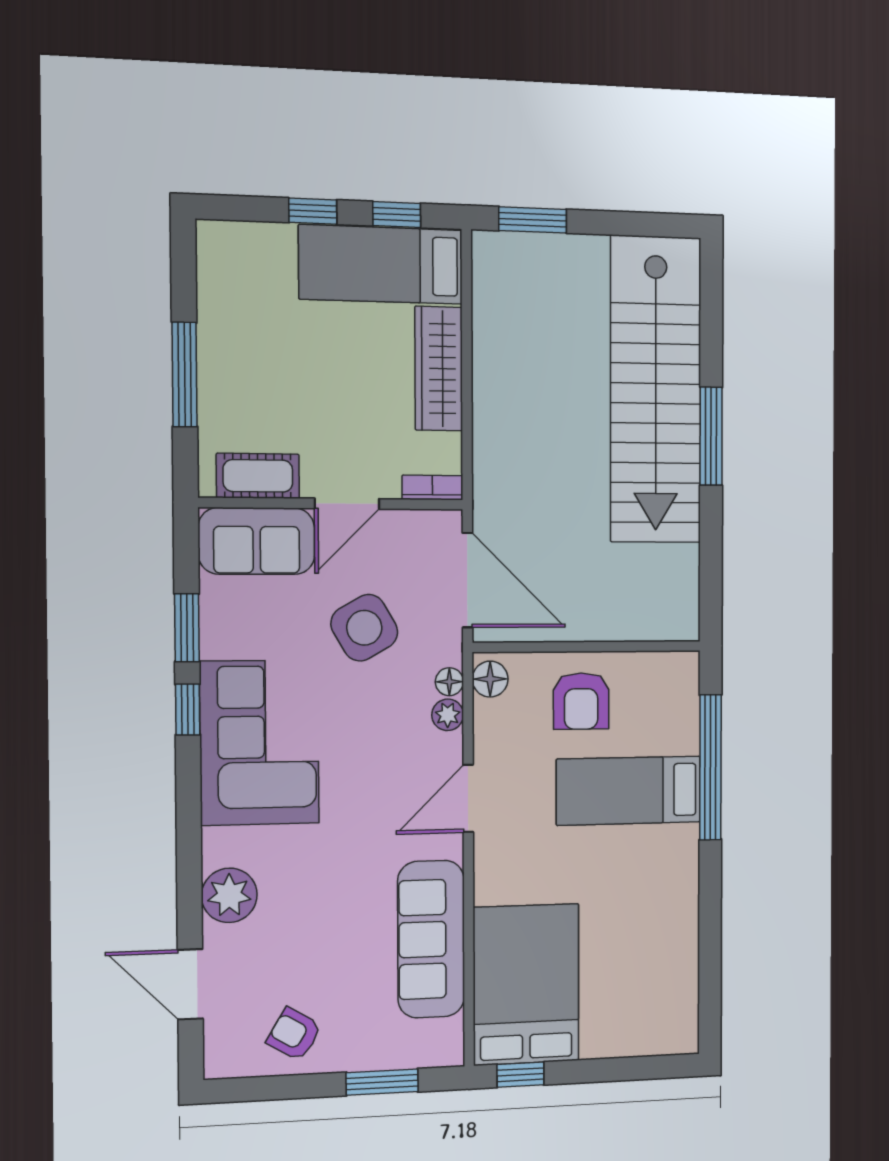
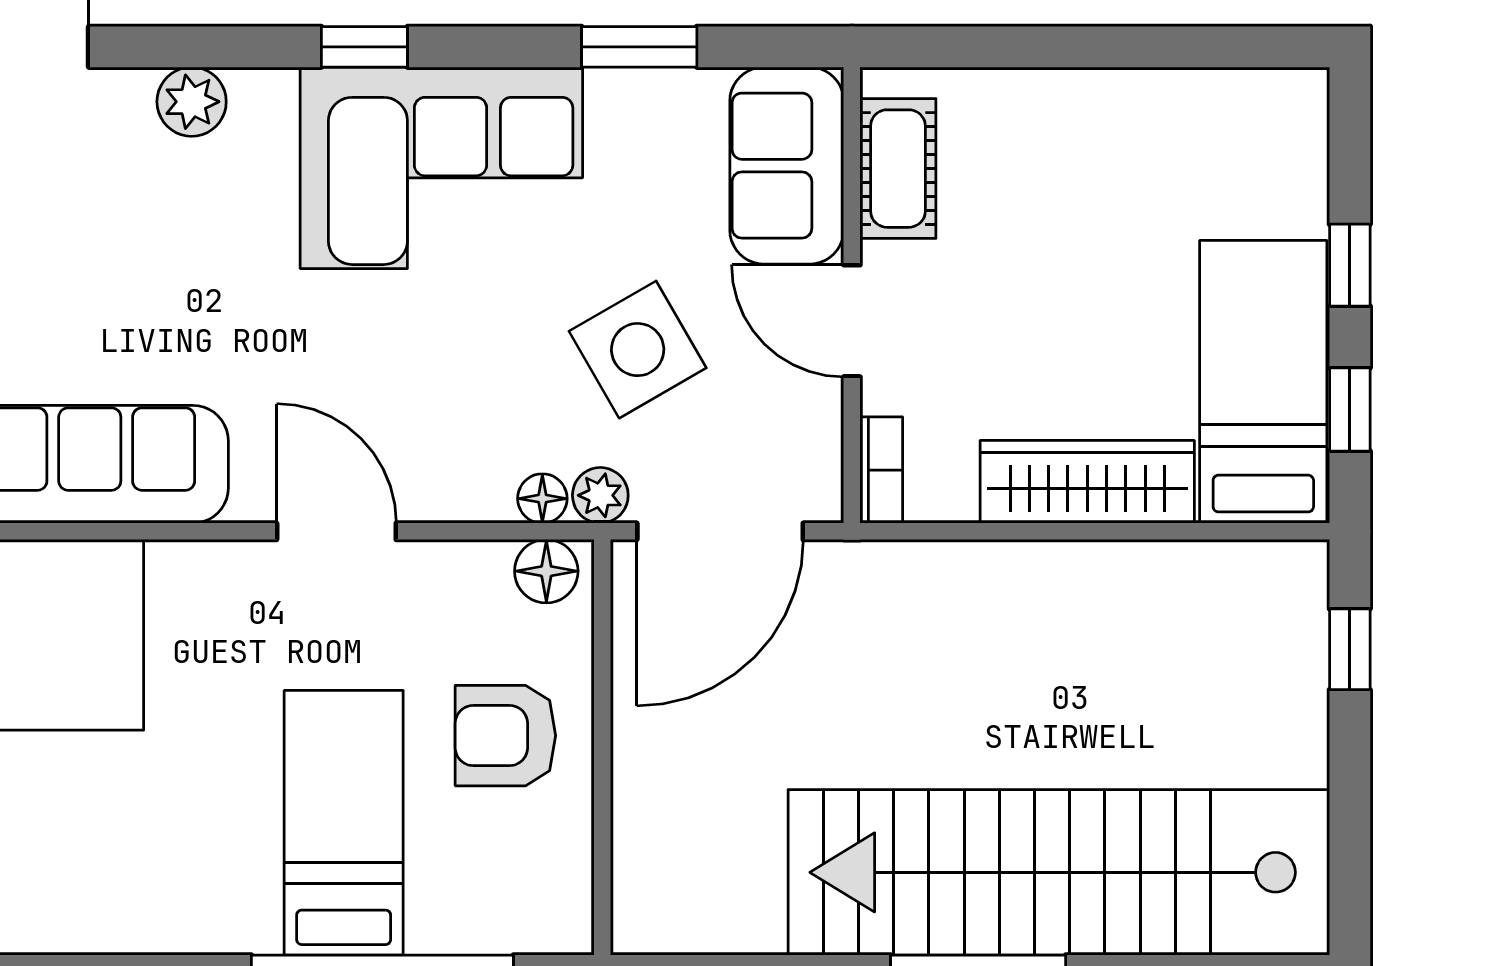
window: (533, 220) -> (1350, 649), width x0.67
window: (185, 374) -> (1068, 47), removed
window: (188, 709) -> (364, 47), moved
plant: (448, 715) -> (600, 495), moved
plant: (229, 895) -> (192, 102), width x0.73, depth x0.73

